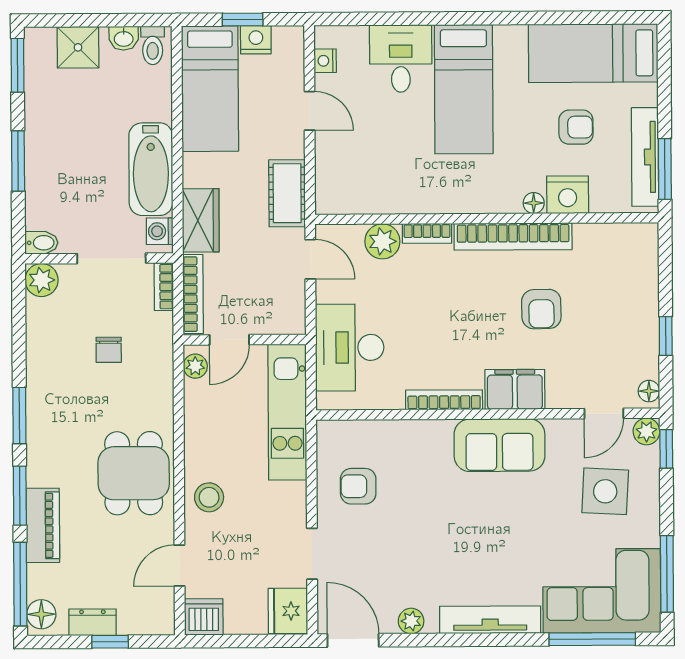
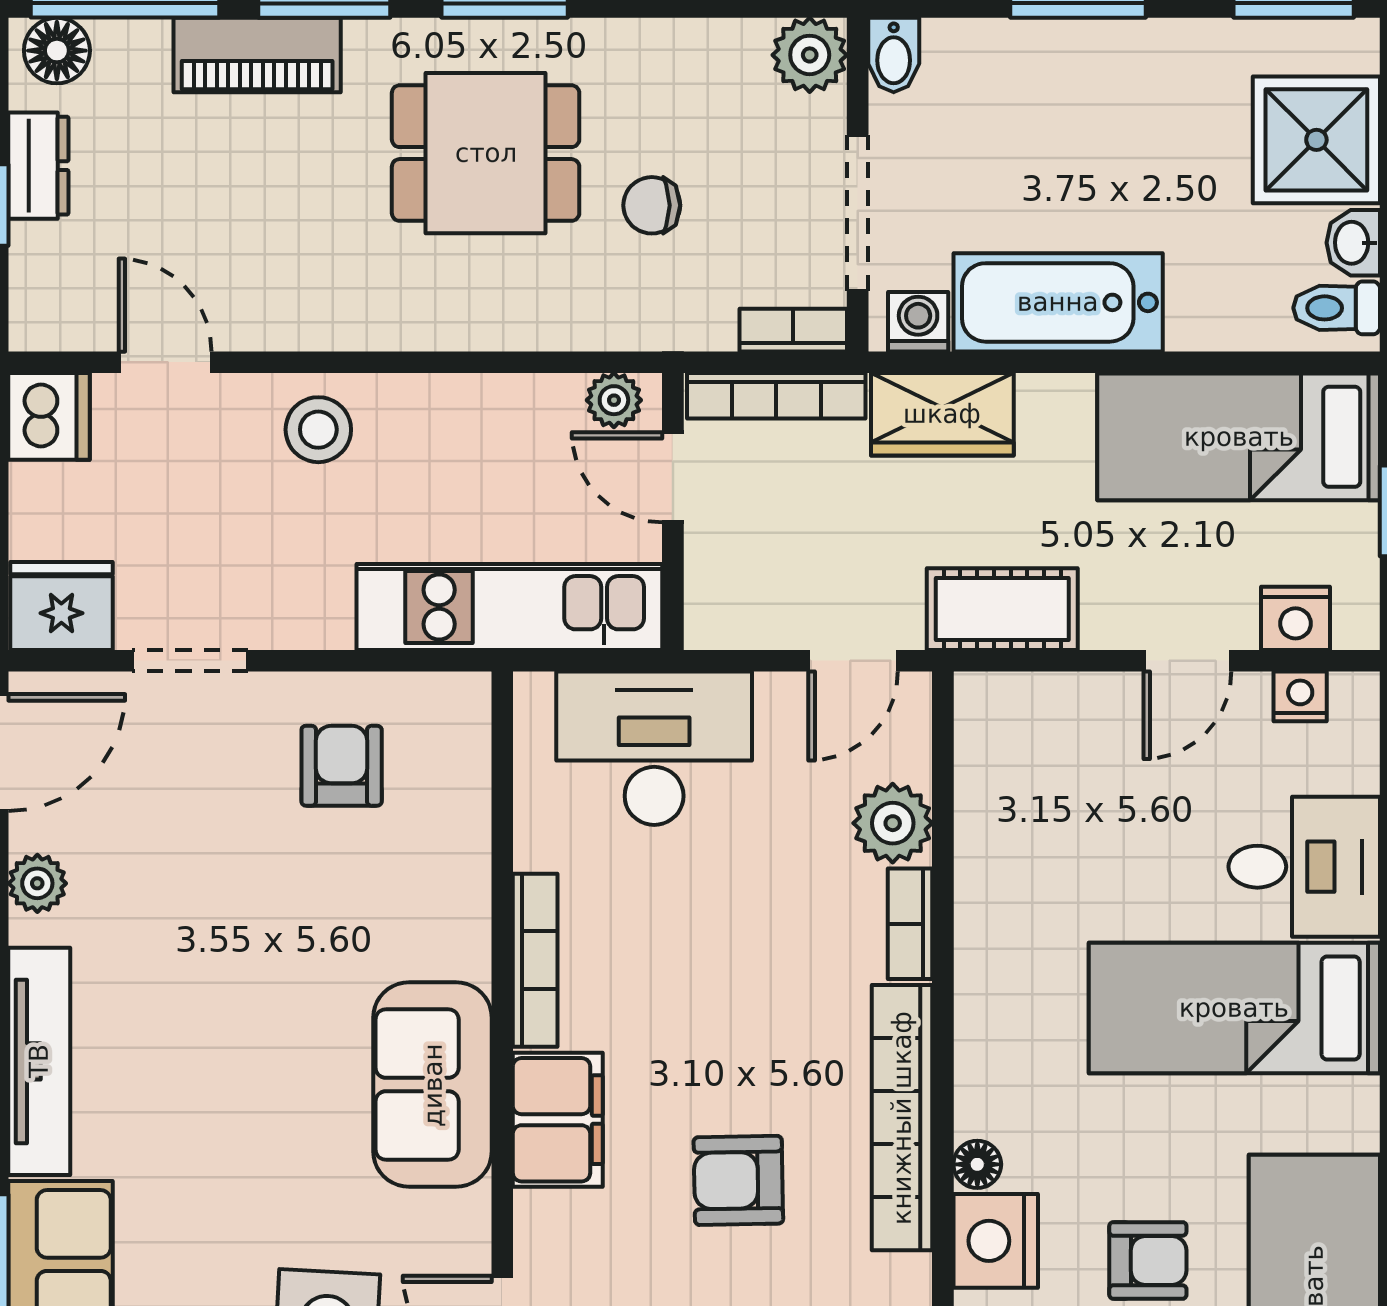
nightstand: (256, 40) -> (1295, 618), moved, turned 90
shower: (78, 47) -> (1316, 140), width x1.36, depth x1.36
armchair: (576, 127) -> (1148, 1260), turned -90
dining table: (134, 473) -> (486, 153), moved

